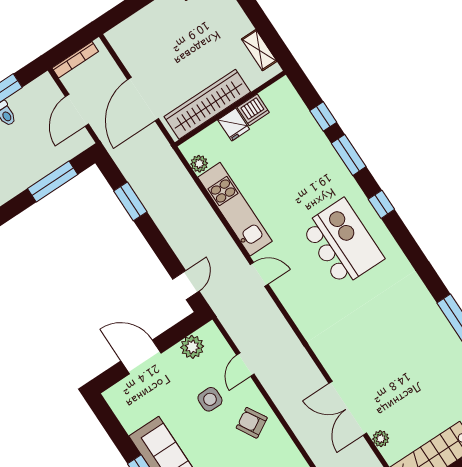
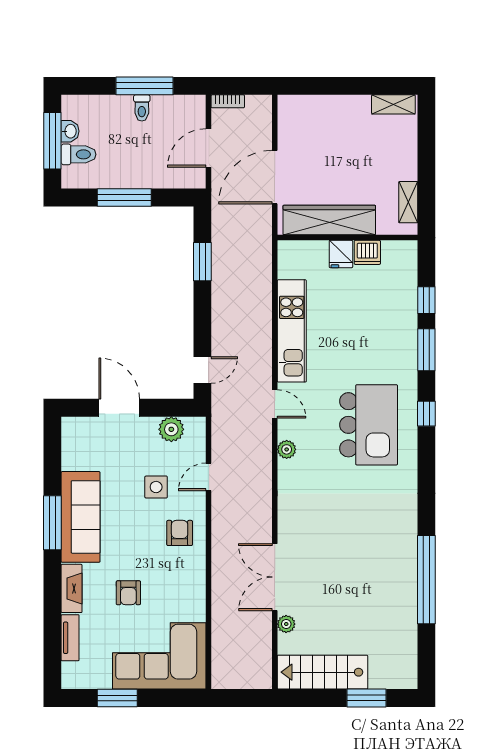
bookcase: (75, 60) -> (228, 101), width x0.64
plant: (199, 164) -> (287, 449), moved
window: (53, 182) -> (124, 197), moved
armchair: (252, 423) -> (180, 533), turned 30

